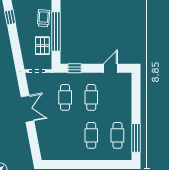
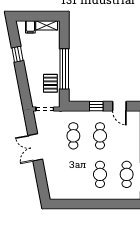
trolley: (44, 18) -> (52, 55), removed
window: (75, 68) -> (96, 106), moved
door: (110, 68) -> (119, 106), swing flipped
double door: (27, 109) -> (35, 147), swing flipped

